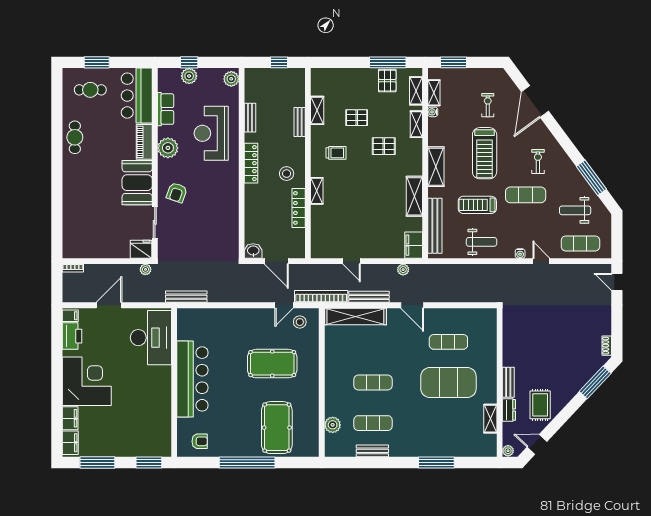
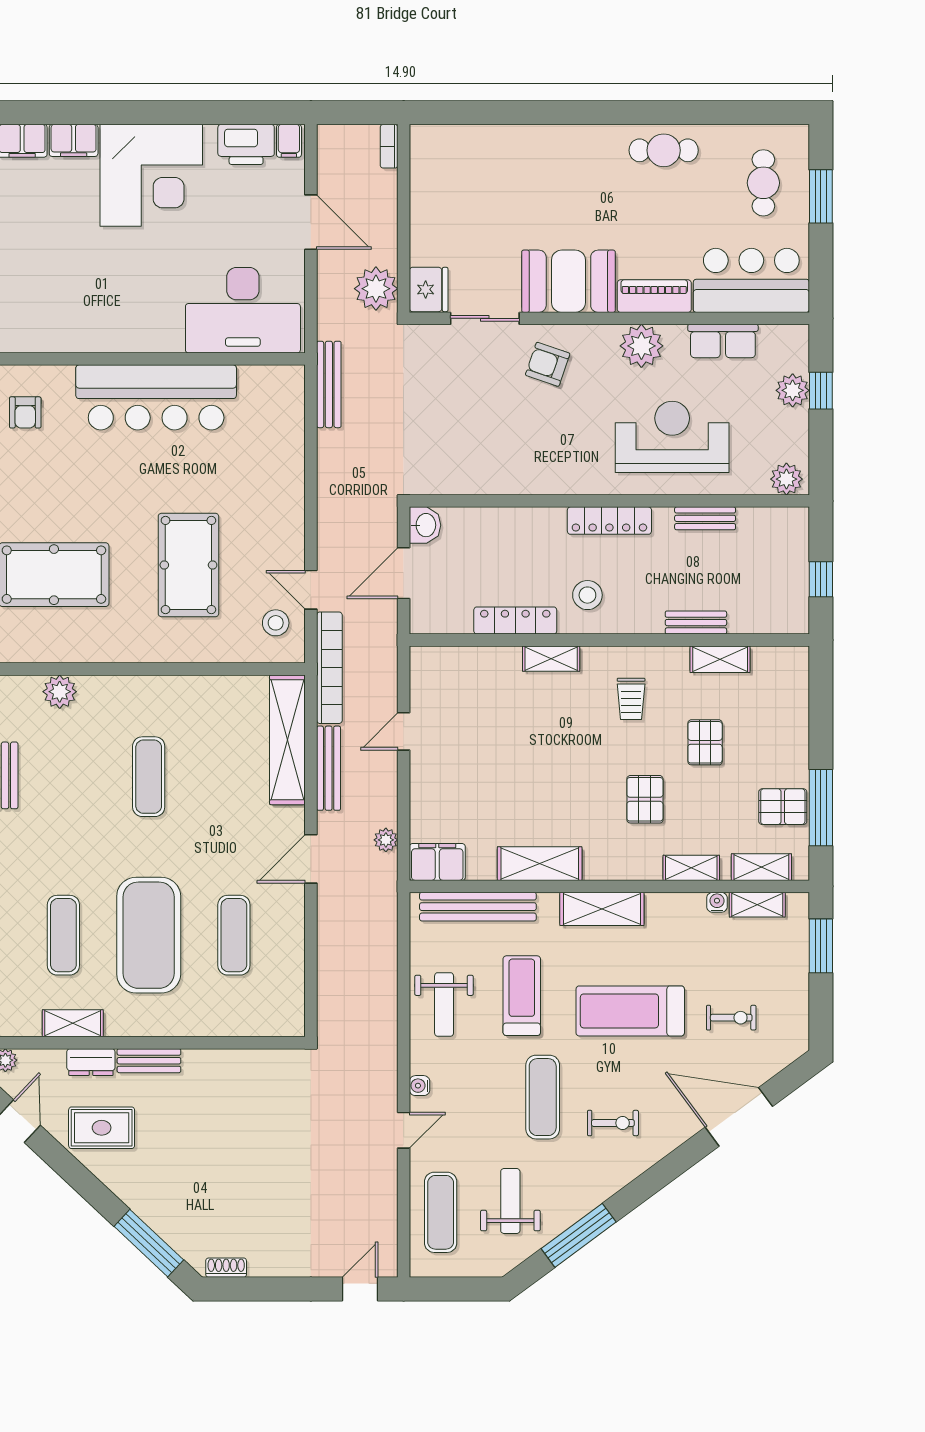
plant: (145, 269) -> (376, 289), width x1.88, depth x1.88
exercise mat: (373, 423) -> (63, 935), moved

